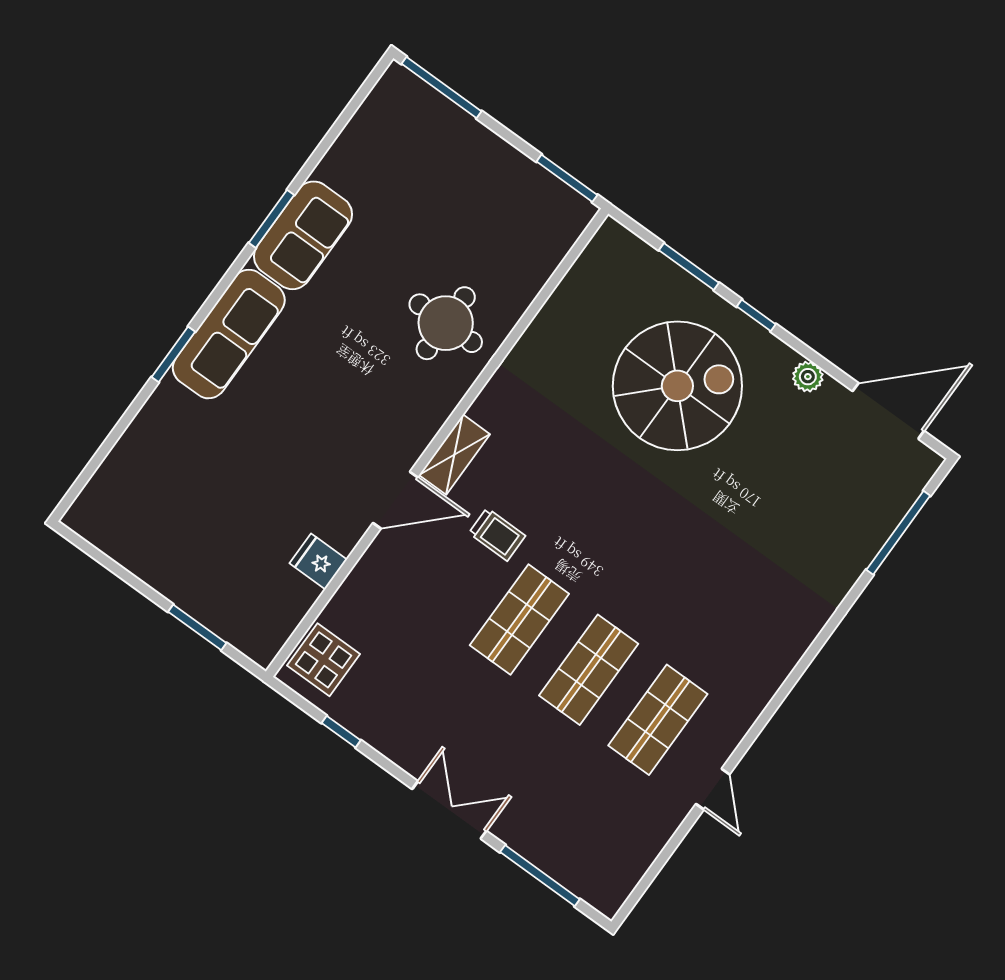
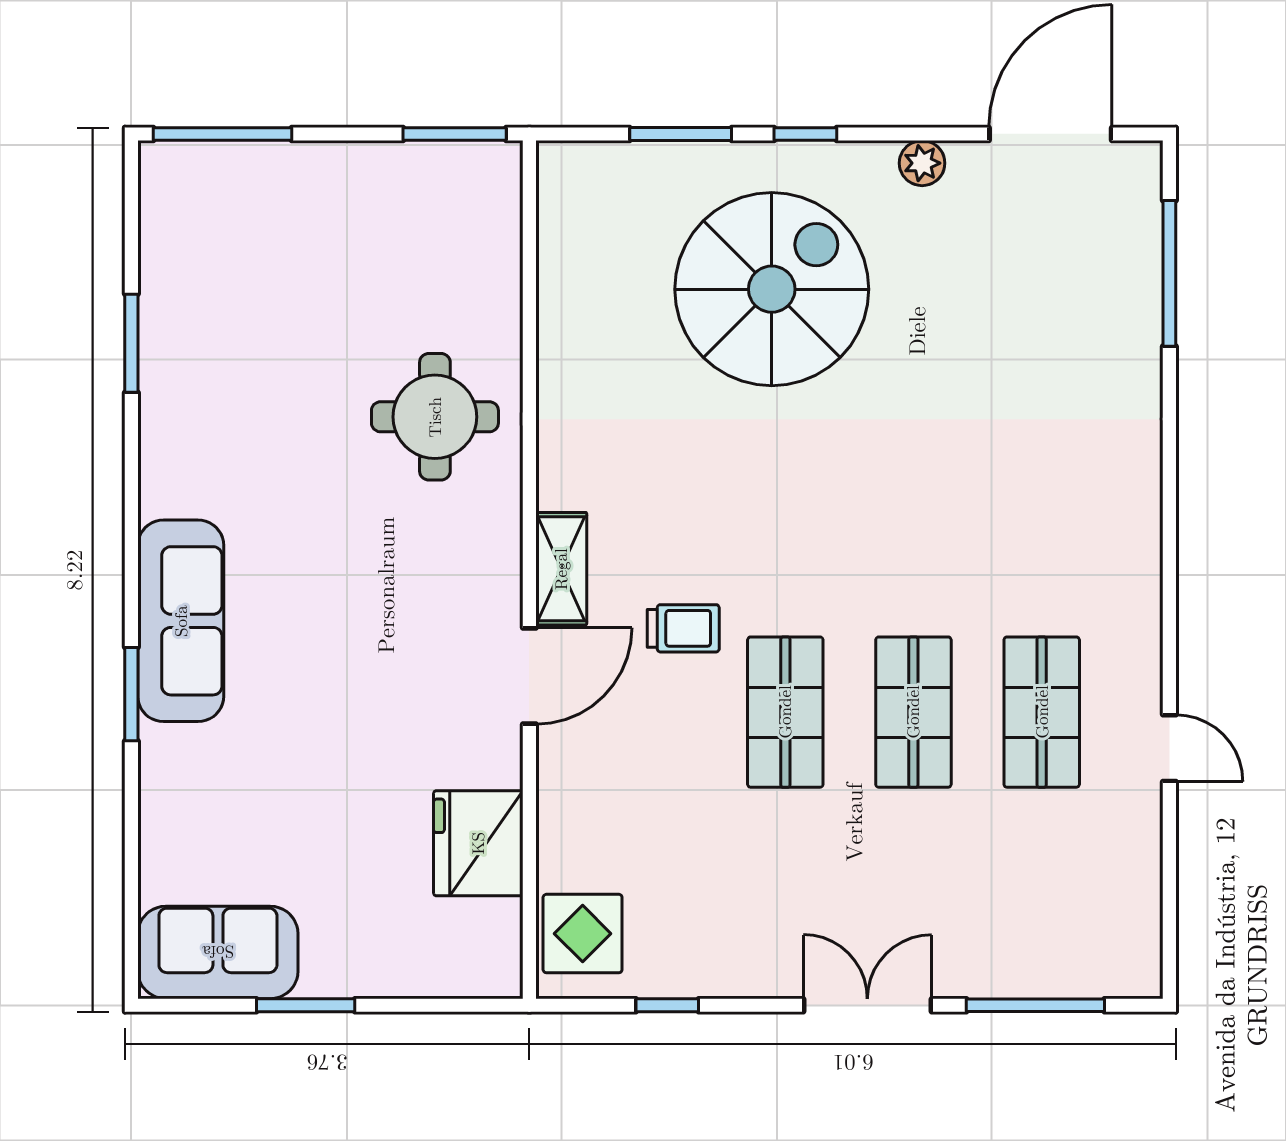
window: (271, 219) -> (131, 343), moved
sofa: (303, 235) -> (218, 952), moved, turned -90
fridge: (318, 561) -> (478, 843), width x1.88, depth x1.34
window: (197, 627) -> (306, 1005), moved

